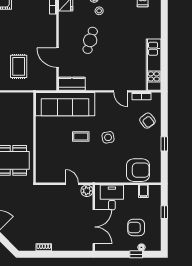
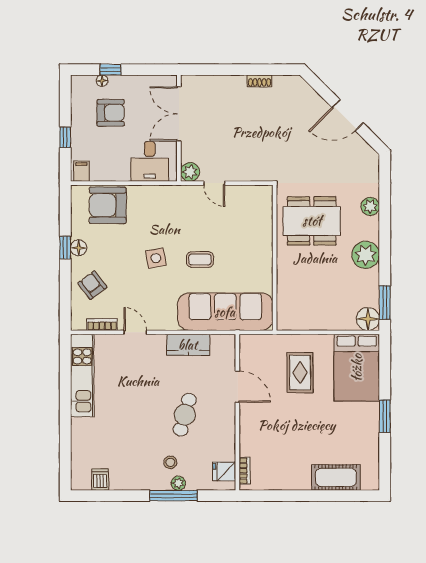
kitchen counter: (72, 84) -> (188, 345), moved
floor lamp: (156, 144) -> (79, 248), added
filing cabinet: (143, 191) -> (81, 171), moved

